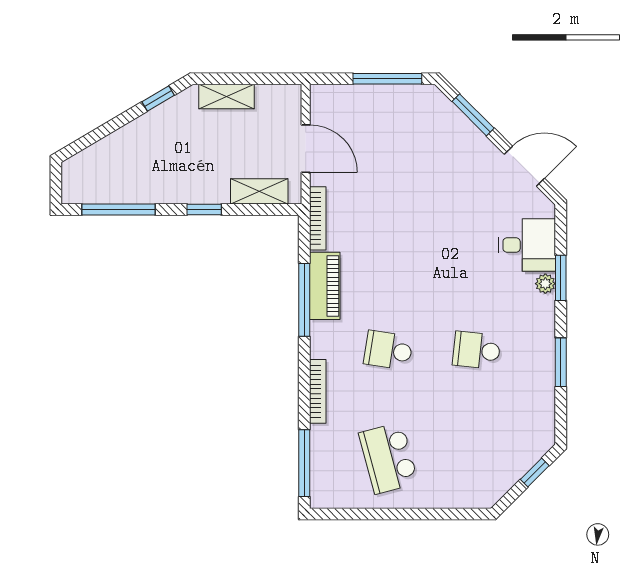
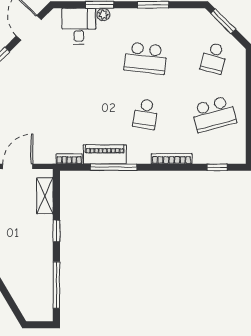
bookcase: (318, 218) -> (69, 159), width x0.64
school desk: (477, 350) -> (146, 58), width x1.85
school desk: (477, 458) -> (214, 58), added
window: (304, 463) -> (217, 167), width x0.46
window: (535, 473) -> (223, 21), width x1.50

